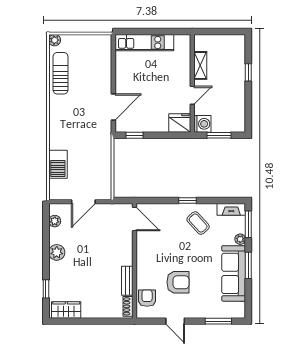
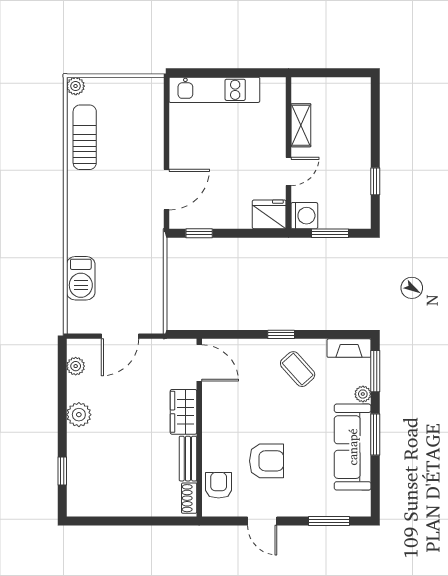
window: (248, 72) -> (375, 181), moved
wardrobe: (66, 310) -> (183, 412), moved, turned -90

